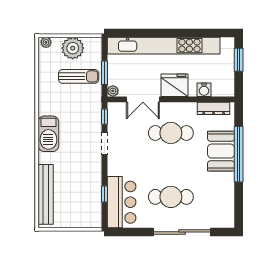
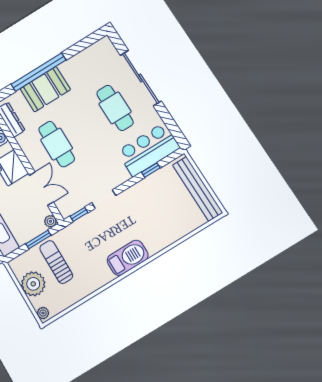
bench: (46, 194) -> (197, 189), moved, turned 90

